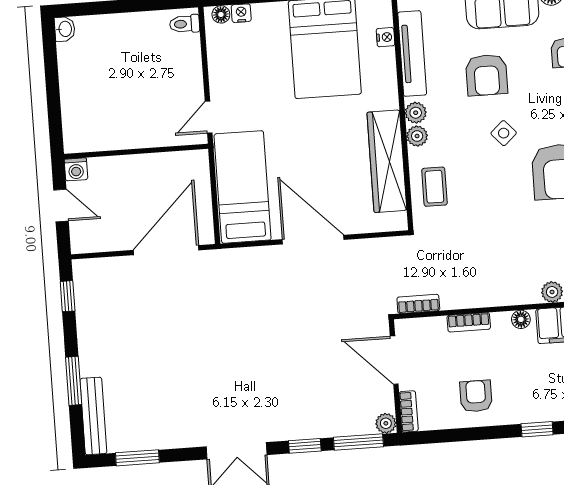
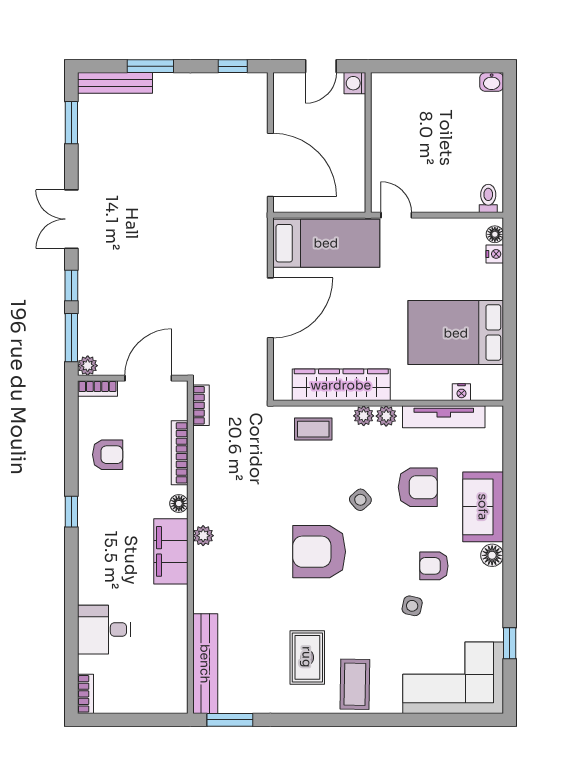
armchair: (487, 75) -> (418, 487), turned 180
bookcase: (469, 322) -> (180, 453), width x1.56

